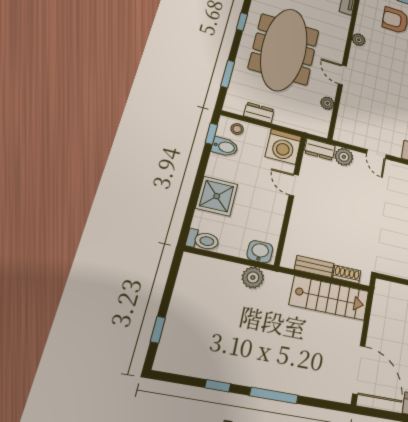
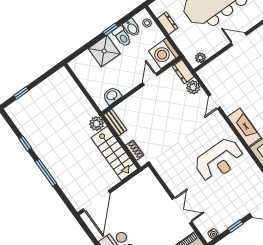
door: (342, 75) -> (239, 39), hinge flipped
plant: (327, 103) -> (200, 58), moved
window: (211, 134) -> (110, 29), moved
toilet: (203, 240) -> (122, 36), moved
washbasin: (260, 252) -> (112, 96), moved, turned -90
bench: (314, 266) -> (115, 122), moved
plant: (253, 277) -> (96, 124), moved

